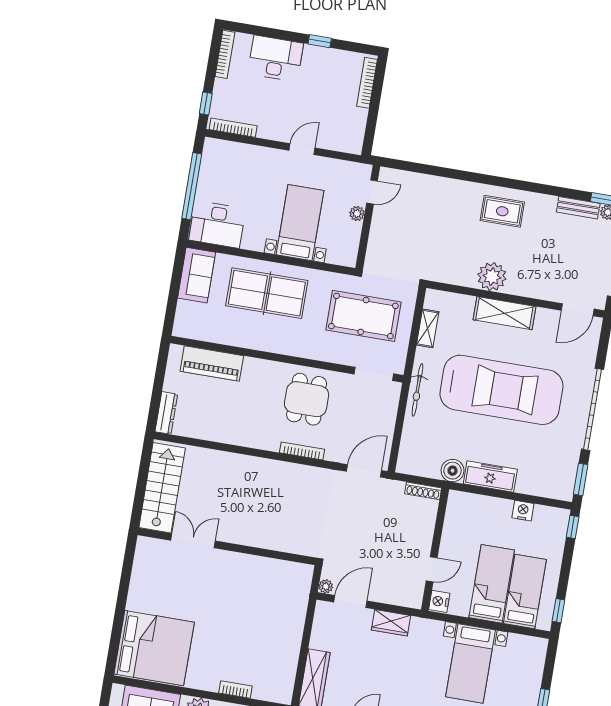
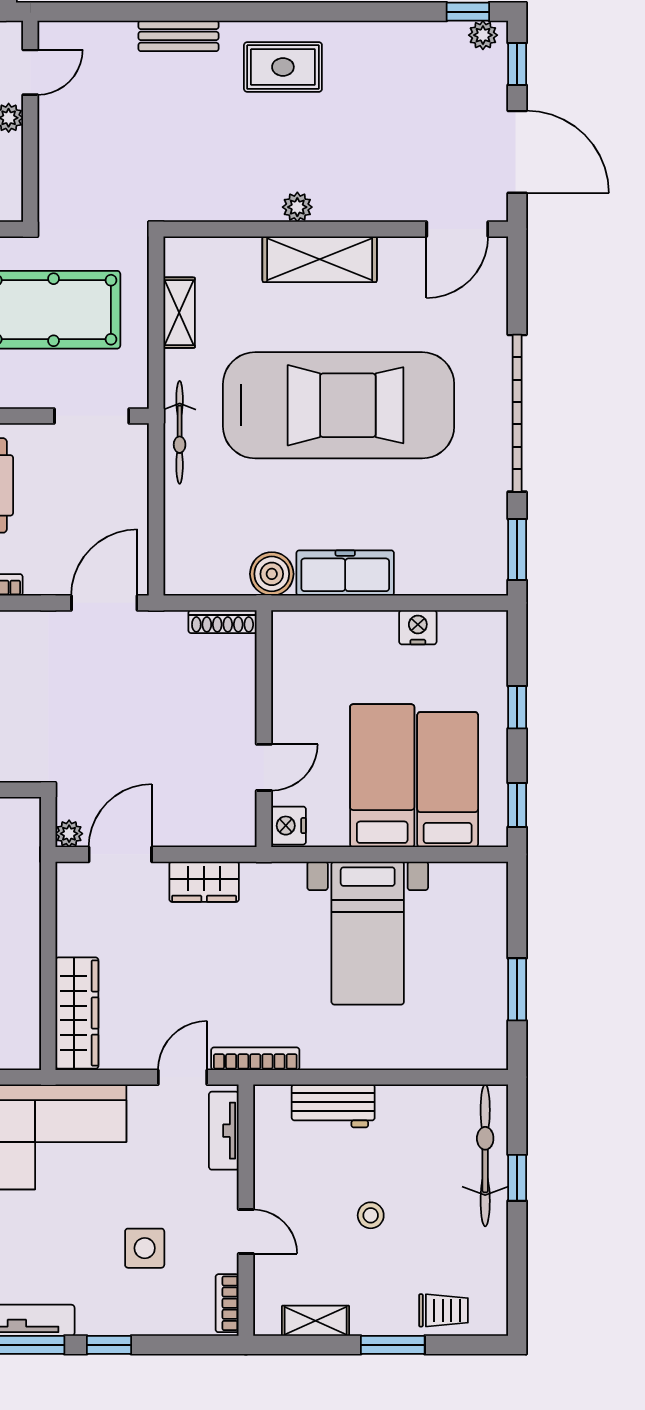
bench: (578, 208) -> (178, 36), moved
plant: (492, 277) -> (297, 207), width x0.53, depth x0.53
window: (573, 527) -> (517, 707), moved

